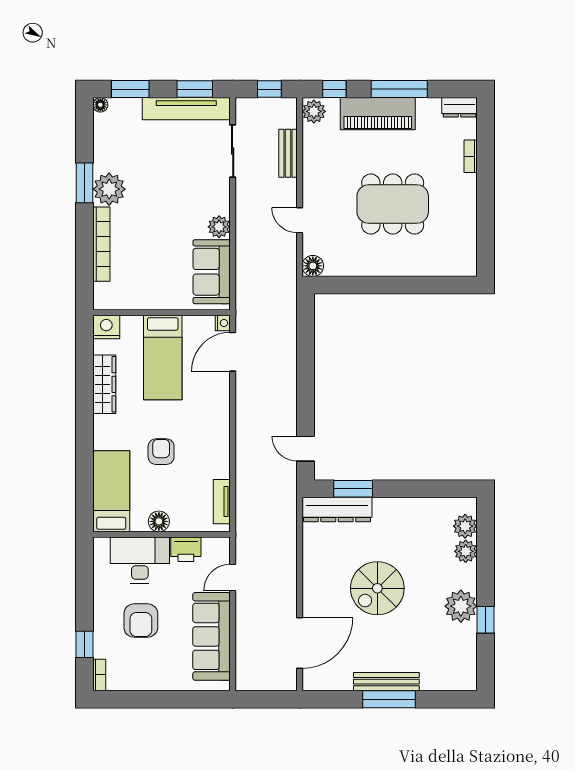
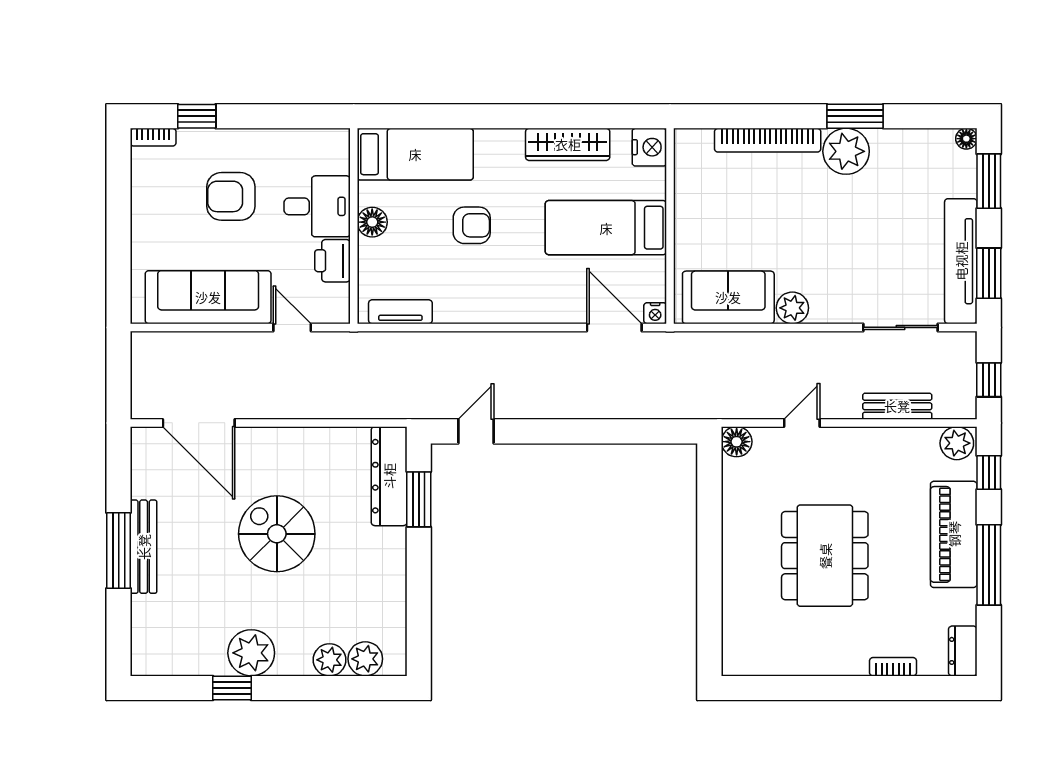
desk: (140, 560) -> (317, 206), width x0.73

